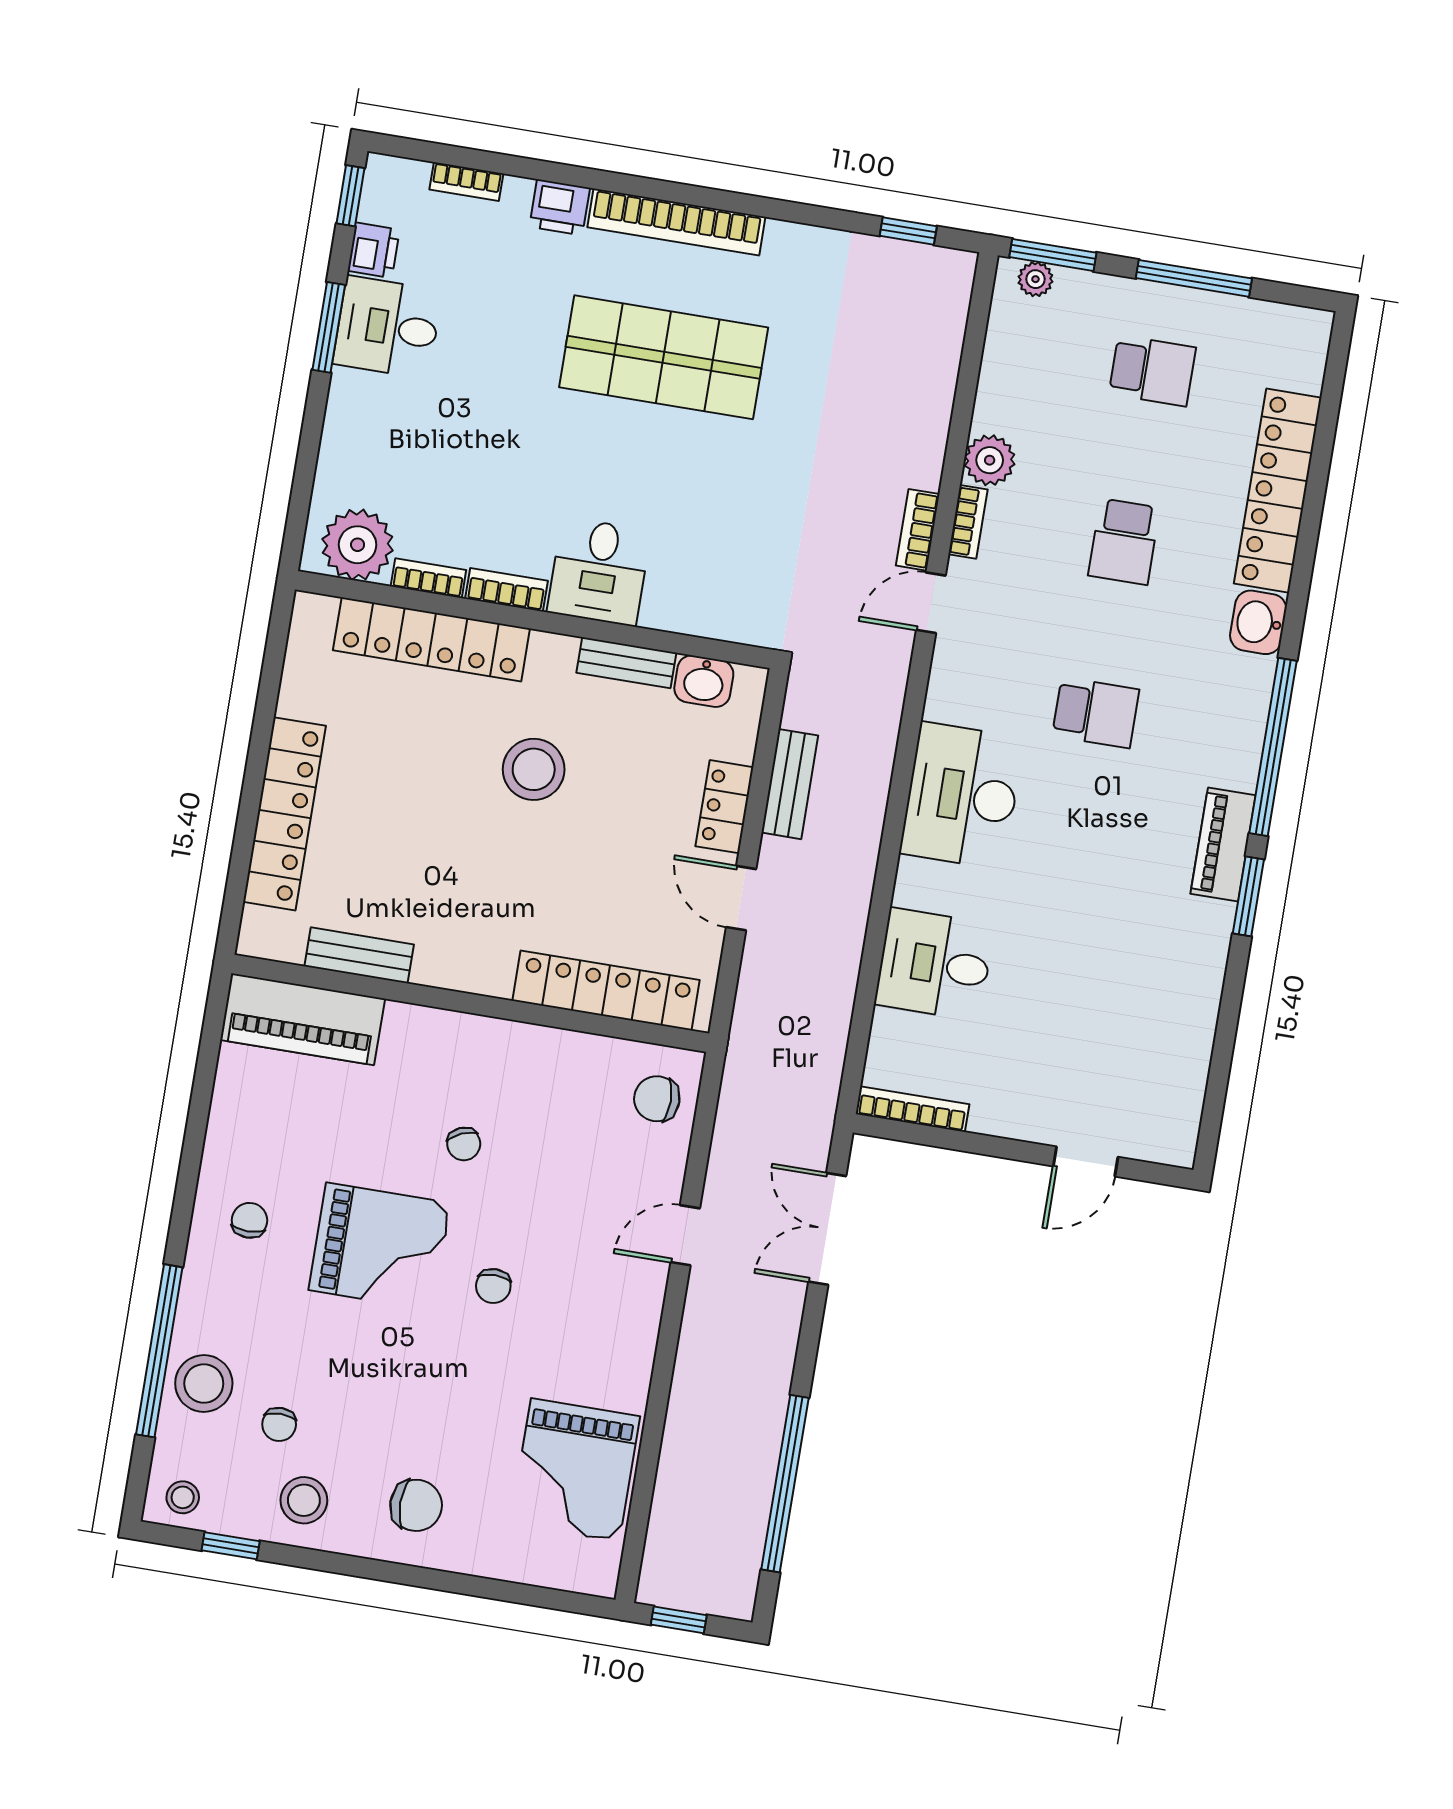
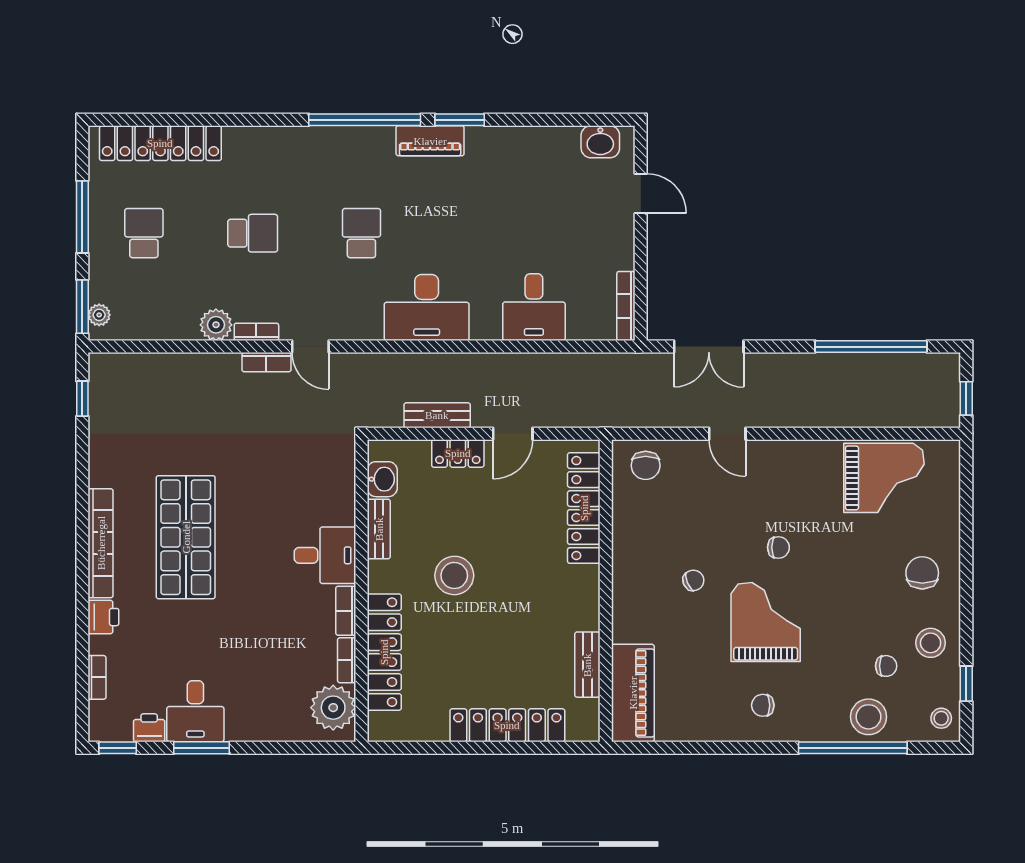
locker: (1278, 491) -> (160, 143), moved
washbasin: (1258, 622) -> (600, 142), moved

